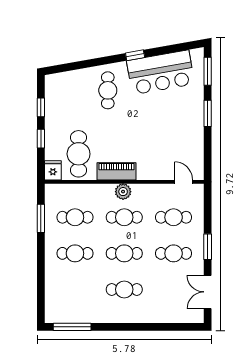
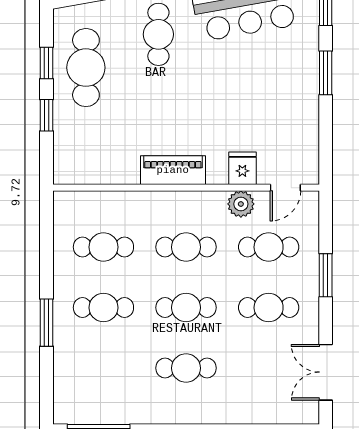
cafe table: (79, 154) -> (86, 68), moved
fridge: (53, 170) -> (242, 168), moved
door: (184, 182) -> (285, 188), swing flipped
plant: (123, 192) -> (241, 204), moved
window: (41, 218) -> (46, 323), moved
window: (208, 247) -> (326, 275), moved

